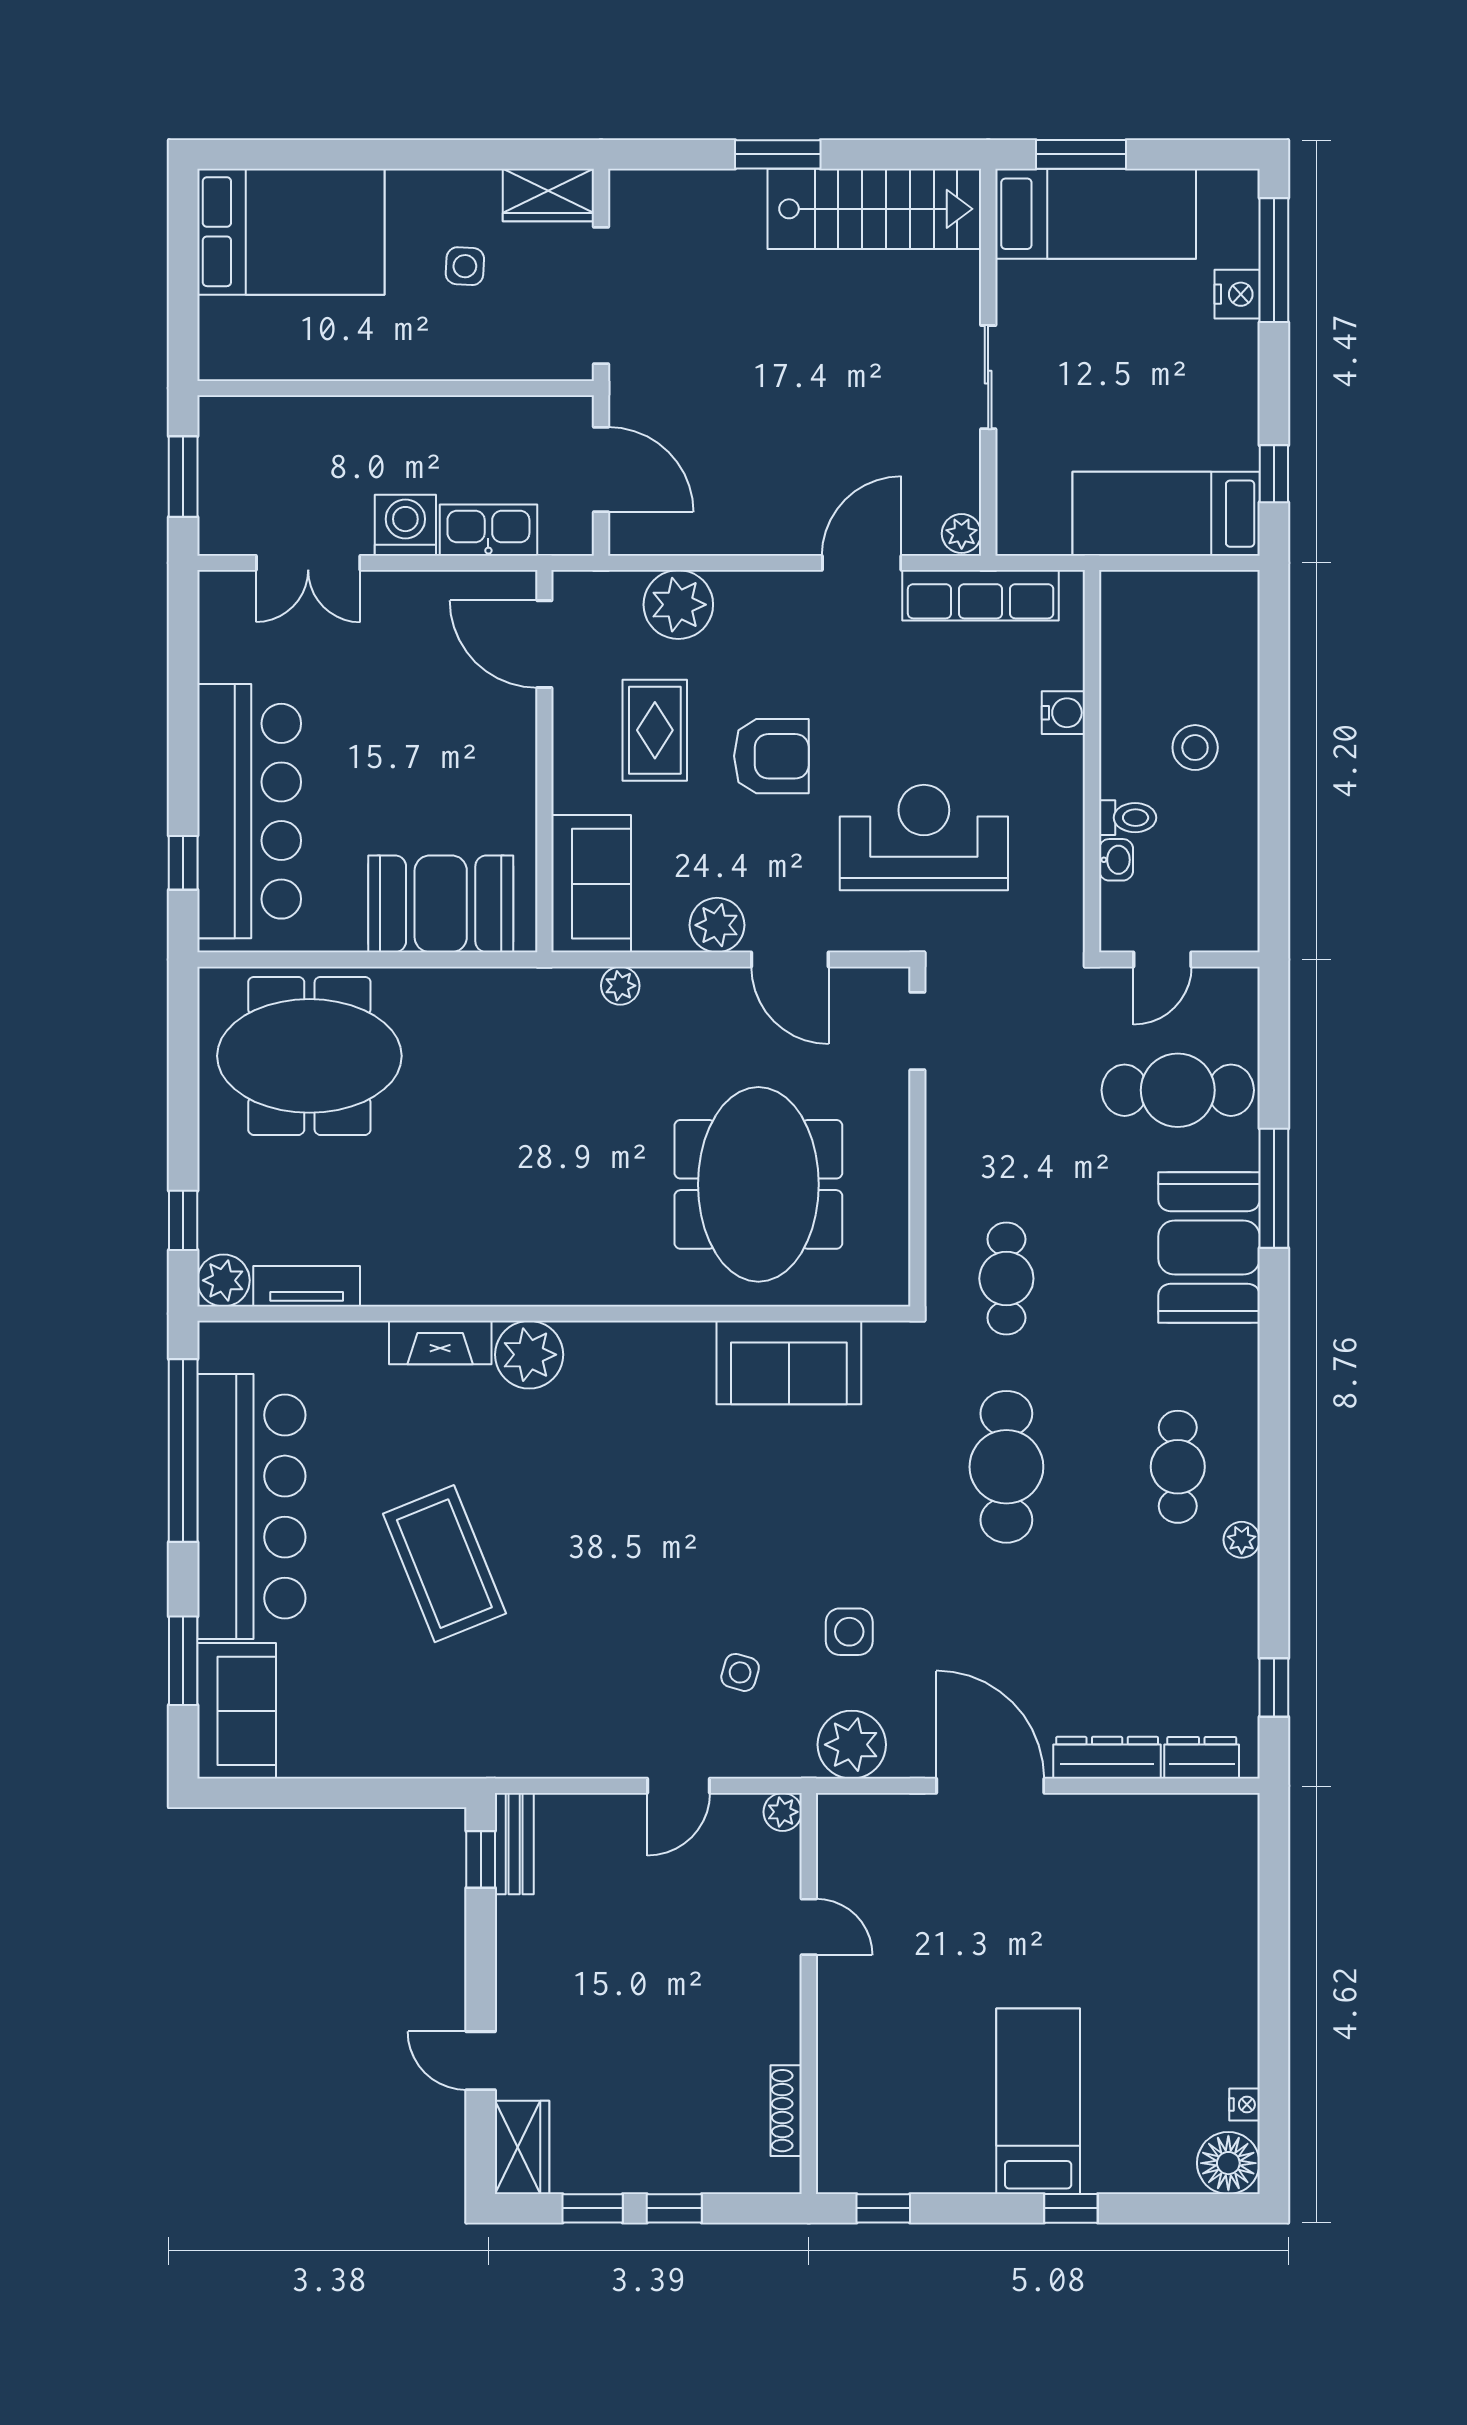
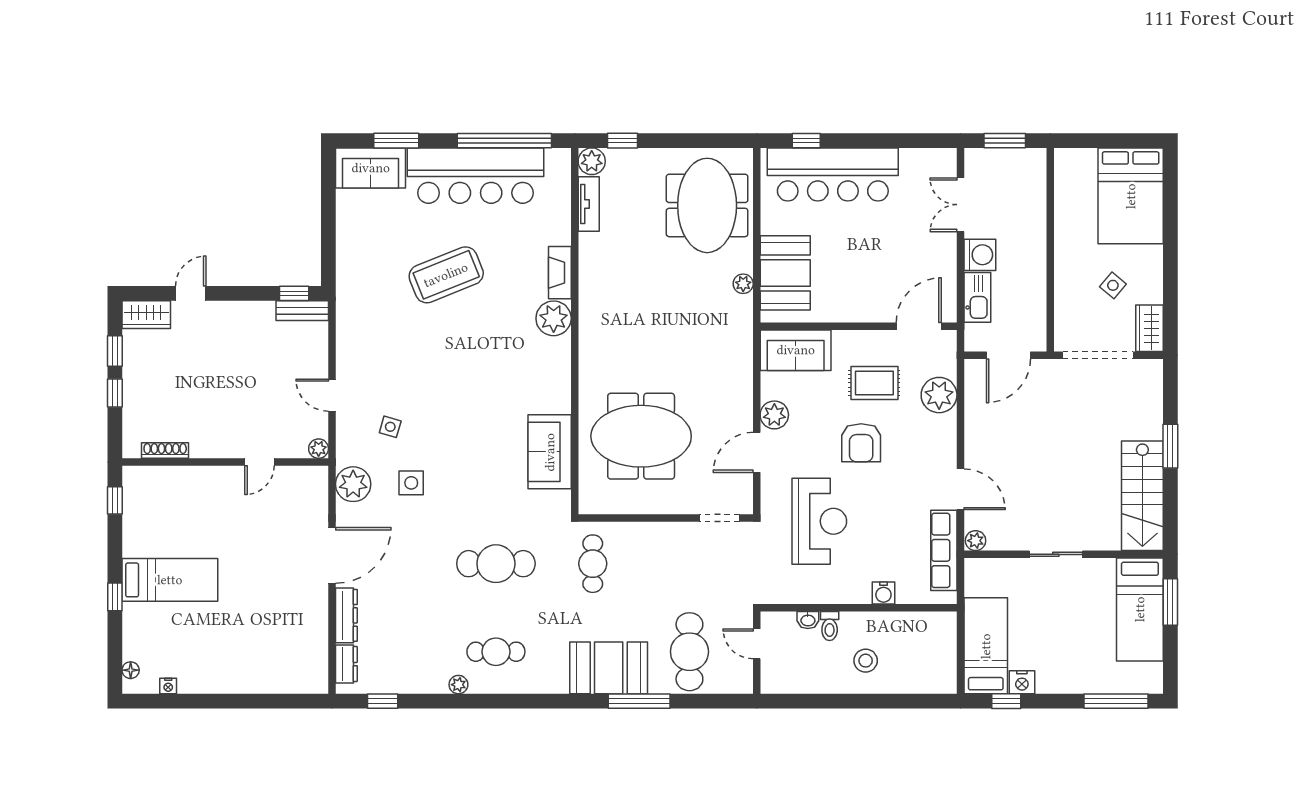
side table: (465, 266) -> (1113, 285), turned 37
nightstand: (1237, 294) -> (1022, 682), moved
plant: (620, 986) -> (743, 284), moved
cafe table: (1006, 1279) -> (593, 564), turned 90
floor lamp: (1228, 2163) -> (131, 670), width x0.53, depth x0.53

